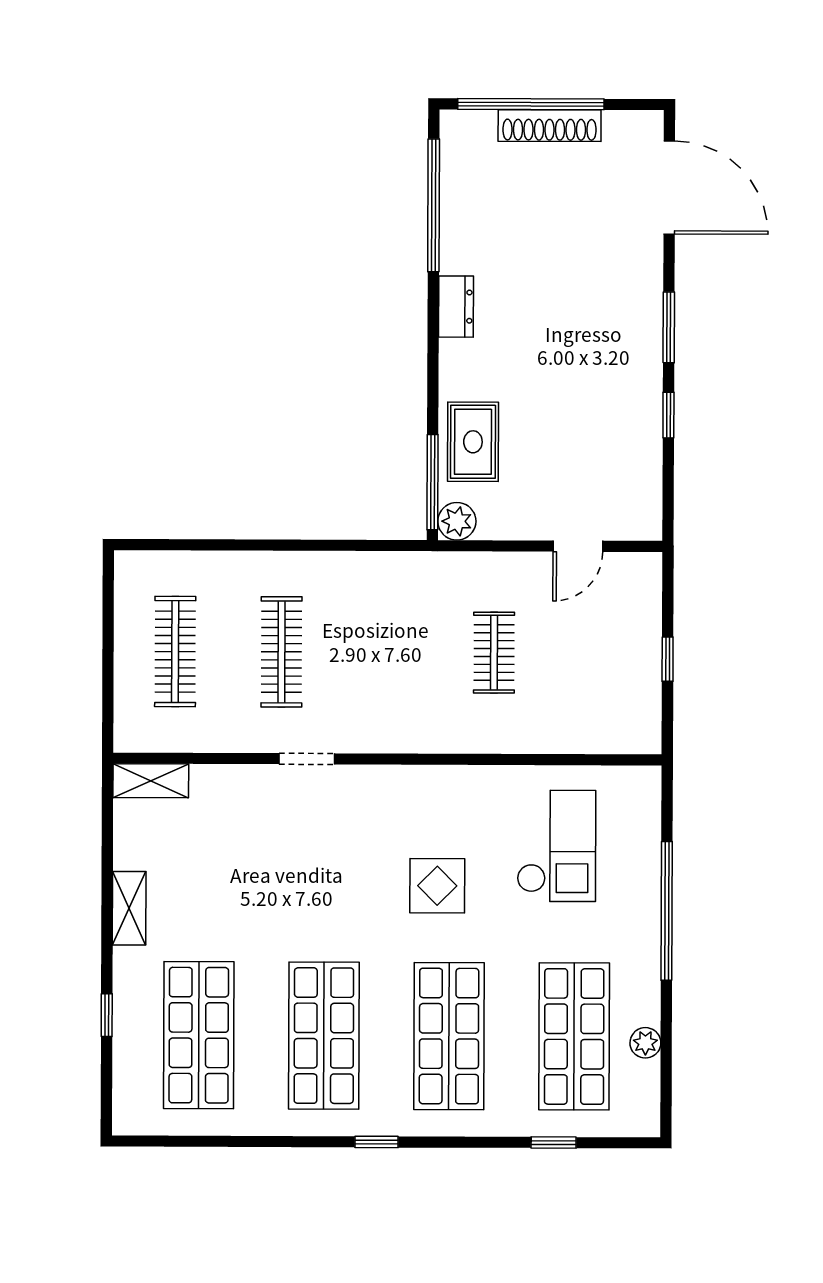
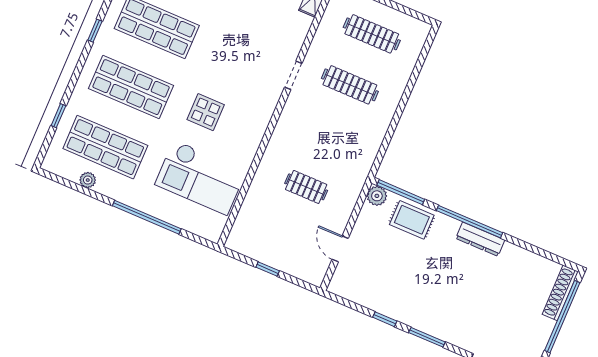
shoe rack: (550, 126) -> (560, 293), moved
window: (434, 205) -> (470, 222), moved
dresser: (456, 307) -> (480, 239), width x1.44
checkout: (556, 846) -> (201, 177), width x1.36, depth x1.21

